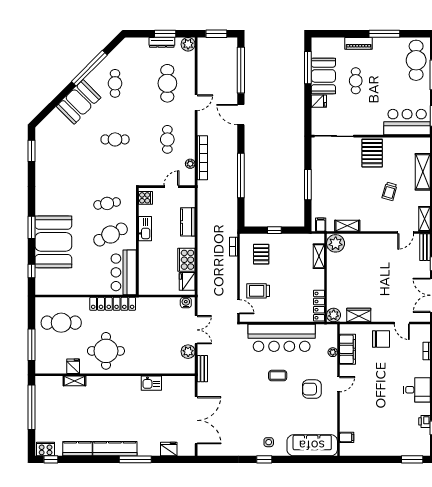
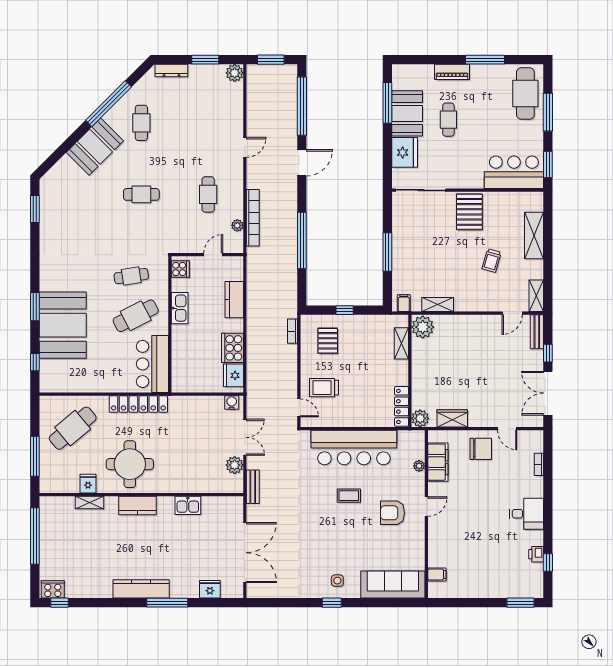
dresser: (162, 42) -> (171, 70), moved
cafe table: (167, 83) -> (208, 123), removed
fridge: (319, 101) -> (405, 152), width x1.88, depth x1.34
door: (241, 115) -> (302, 163), swing flipped
cafe table: (61, 323) -> (73, 428), turned -40
kitchen counter: (77, 449) -> (137, 505), moved, turned 180

